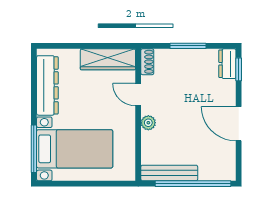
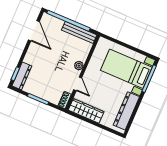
dresser: (227, 64) -> (22, 76), width x1.44
door: (239, 124) -> (34, 31), moved

